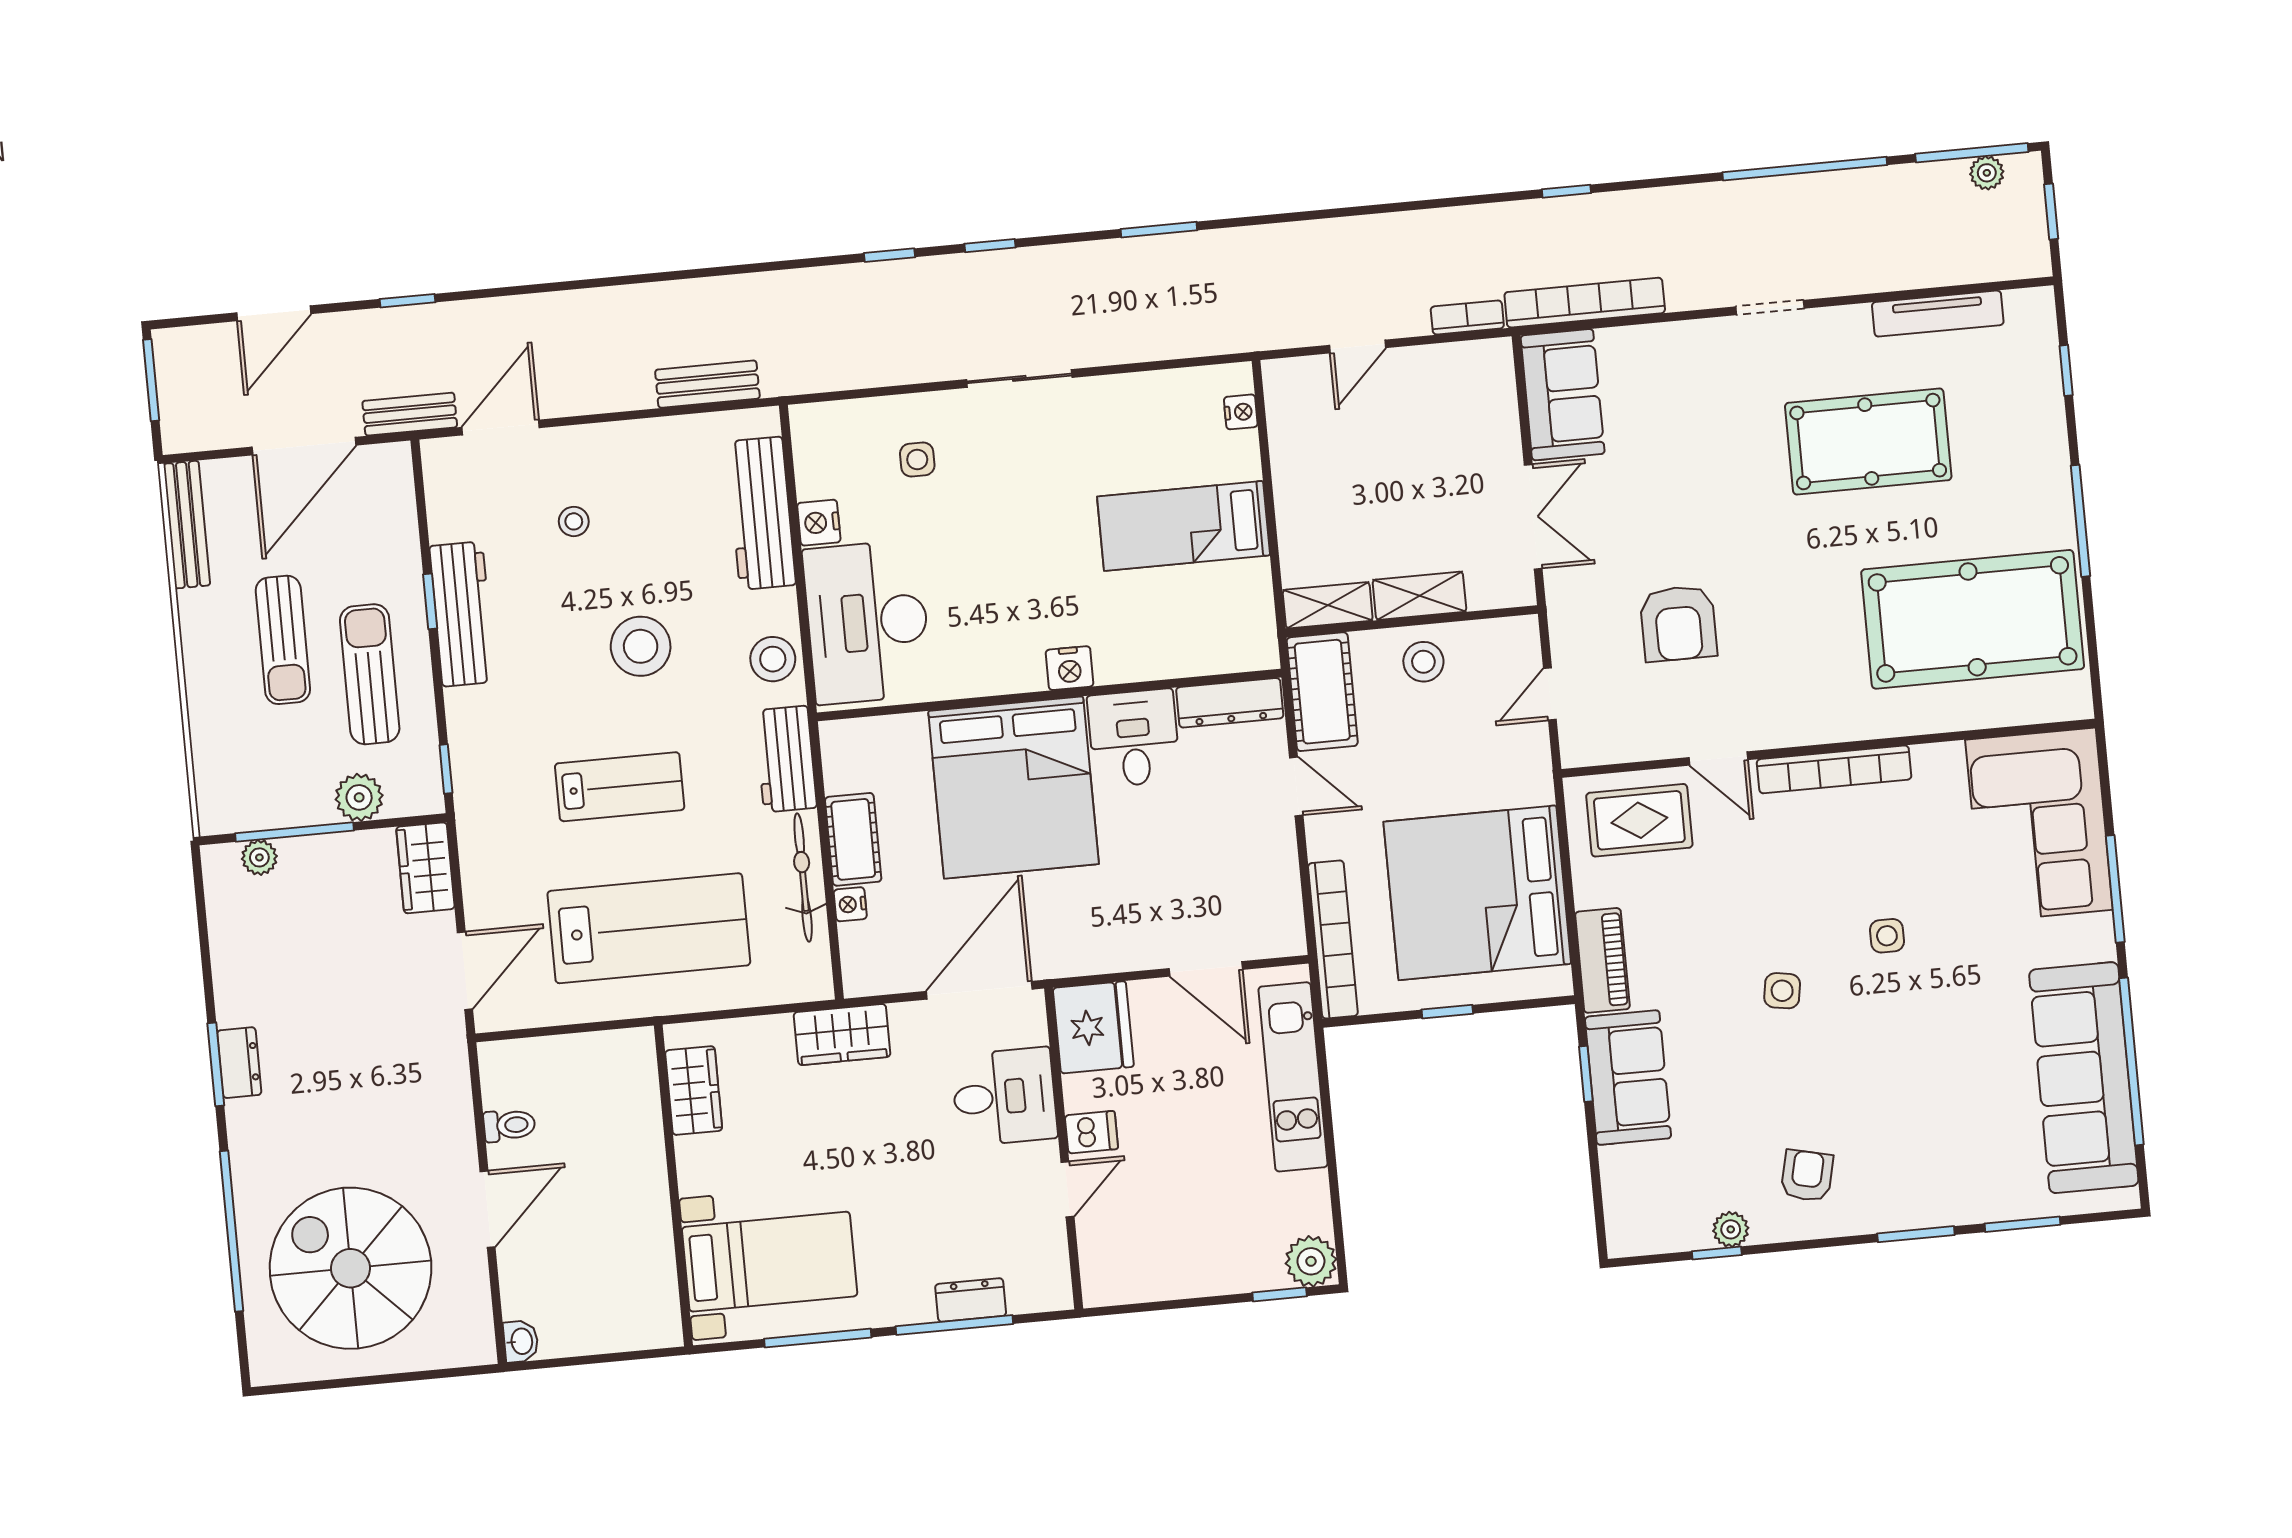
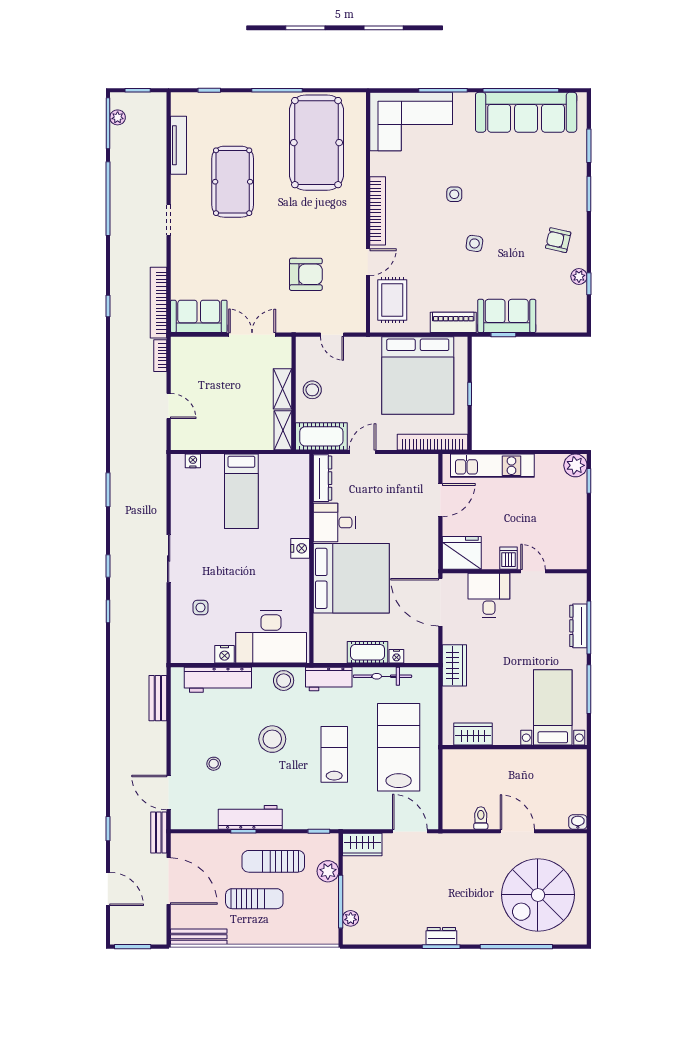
dresser: (971, 1300) -> (578, 626), width x1.44

